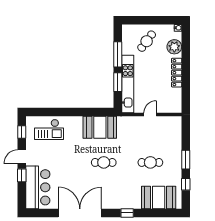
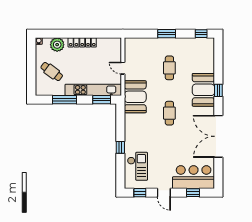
window: (118, 82) -> (102, 100), moved
window: (69, 112) -> (120, 147), added
booth: (100, 127) -> (135, 97), moved
window: (22, 175) -> (193, 193), moved
window: (186, 184) -> (201, 34), moved
booth: (159, 197) -> (203, 90), moved

